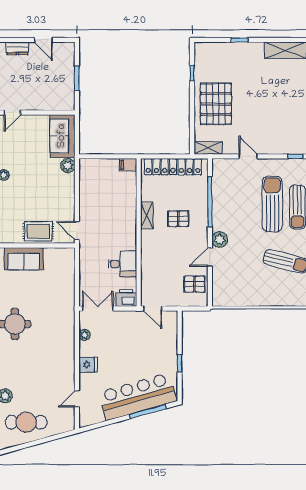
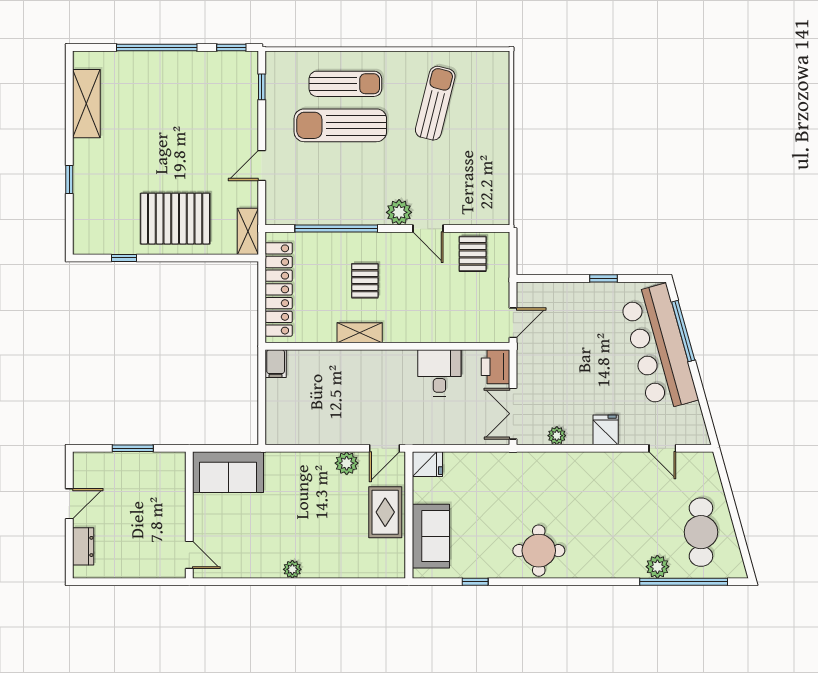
plant: (68, 166) -> (347, 463), moved
fridge: (67, 257) -> (427, 464), added

